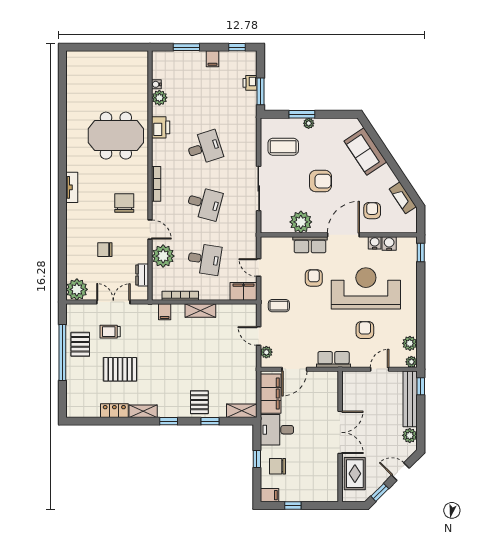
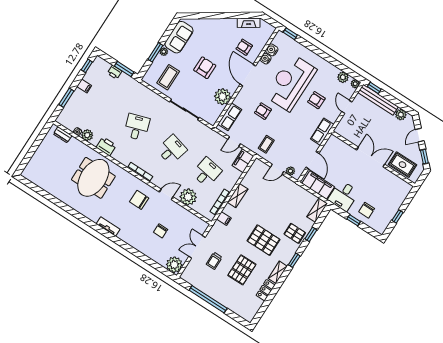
sofa: (365, 151) -> (179, 37), moved, turned -56
row of seats: (310, 245) -> (230, 117), moved
dresser: (142, 275) -> (63, 135), moved
pallet: (80, 344) -> (264, 240), moved, width x1.50, depth x1.42
filing cabinet: (270, 495) -> (381, 227), removed

